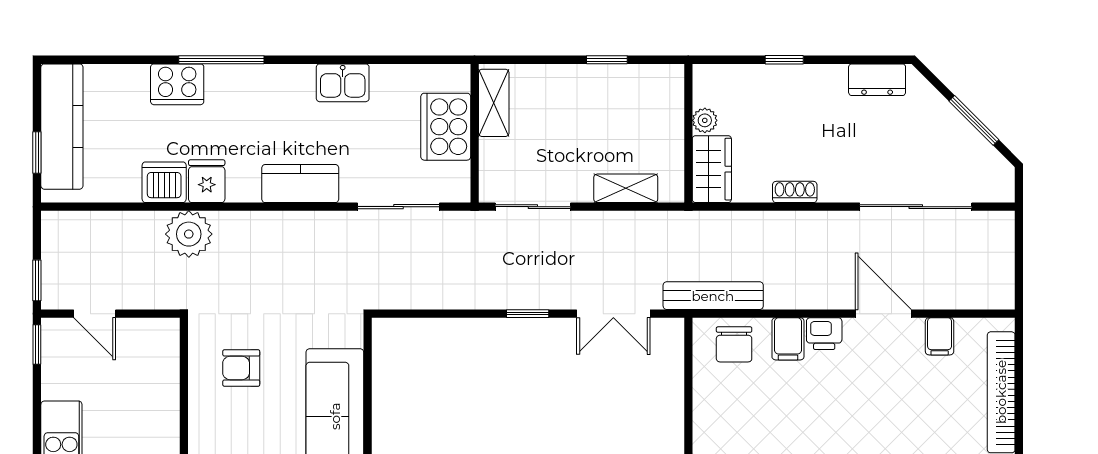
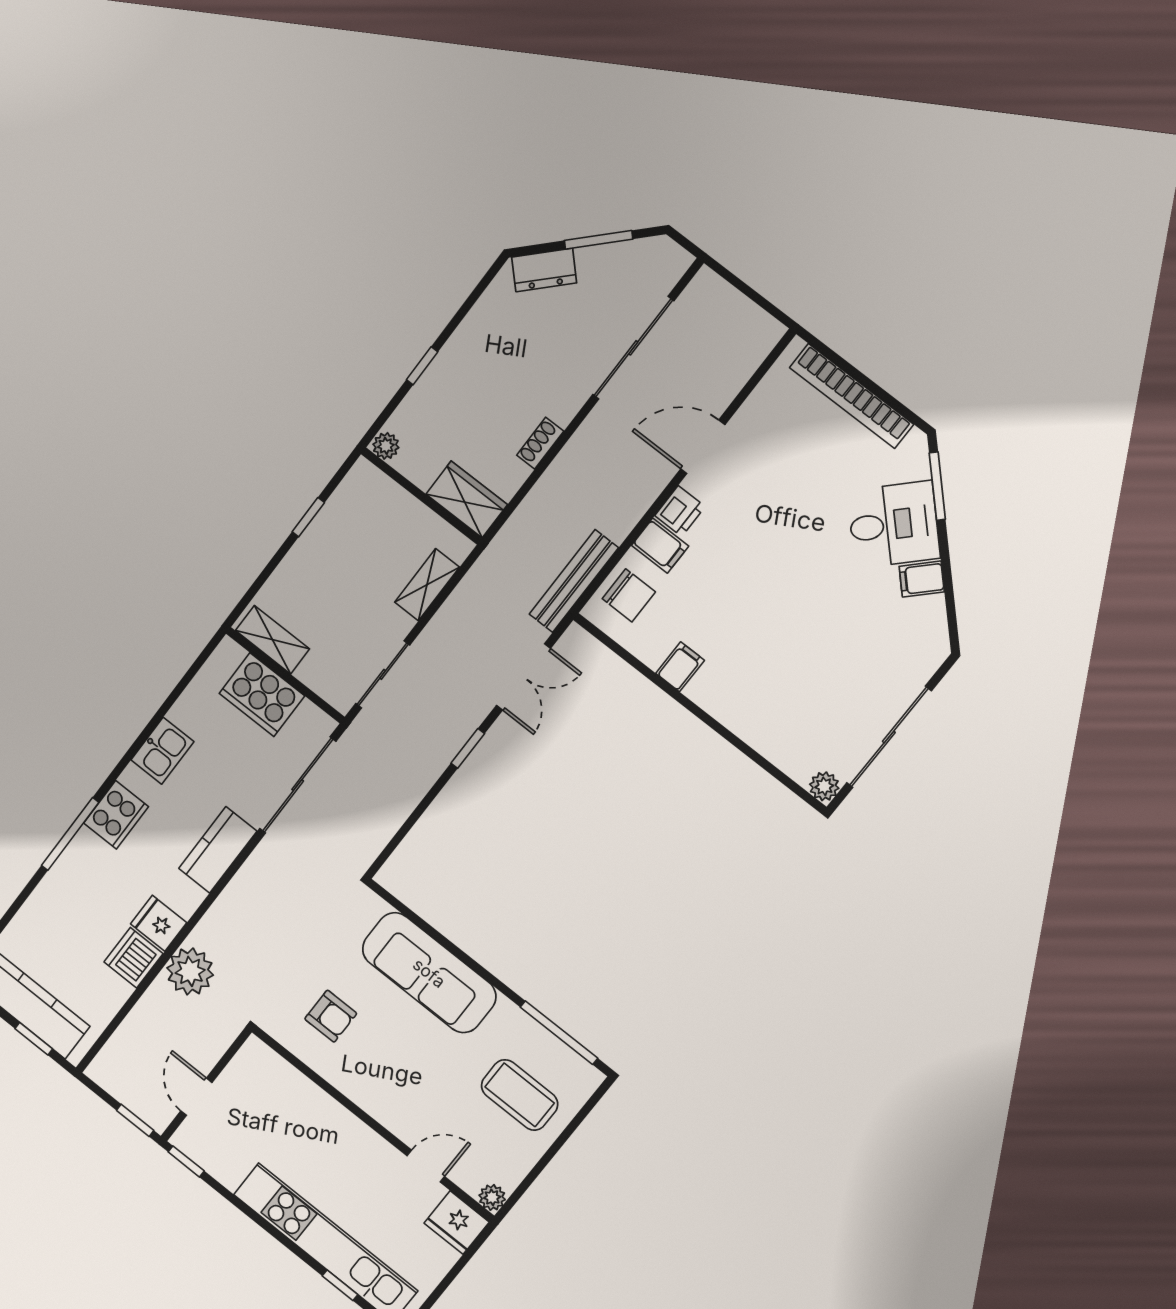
dresser: (877, 80) -> (544, 270), moved, turned 45
cooker: (177, 84) -> (116, 815), moved
plant: (705, 120) -> (386, 446), moved
sliding door: (398, 207) -> (298, 785), width x1.37
door: (95, 314) -> (196, 1097), swing flipped
filing cabinet: (940, 336) -> (680, 667), moved, turned -90
armchair: (241, 368) -> (331, 1016), turned -90

